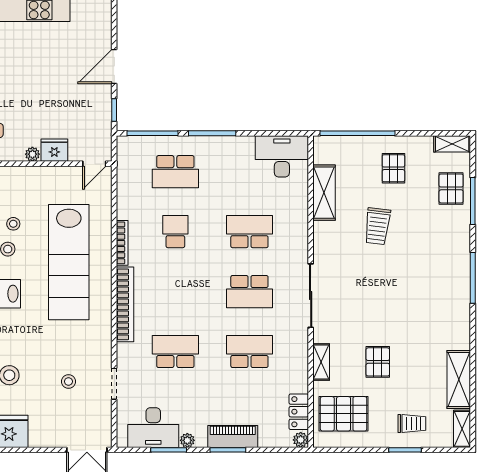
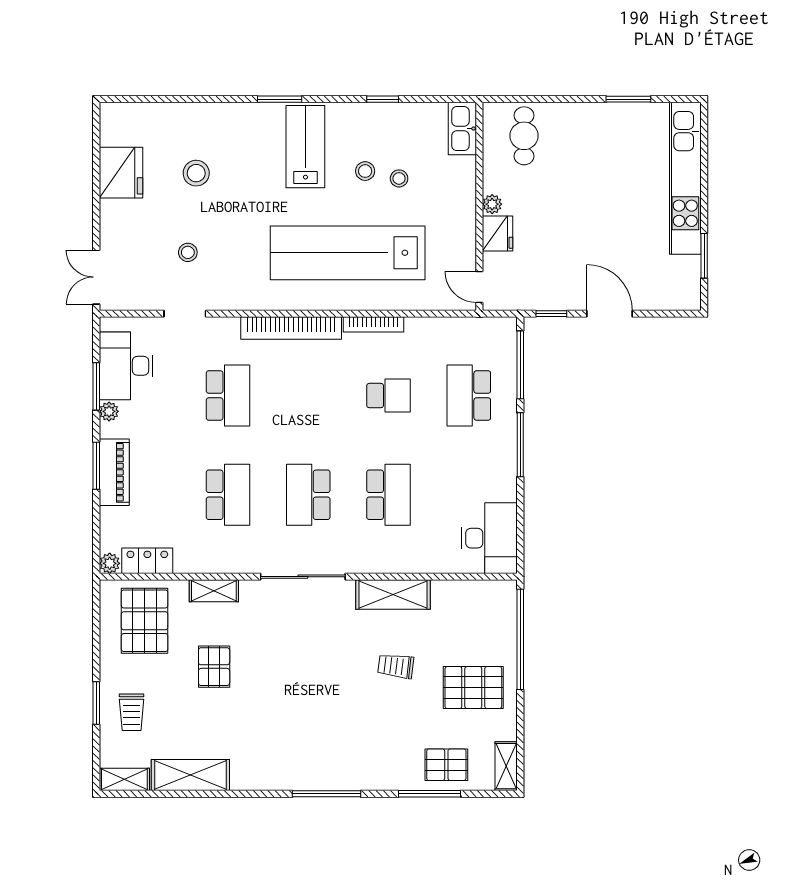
pallet: (393, 168) -> (473, 688), width x1.50, depth x1.42
shelving: (324, 193) -> (393, 595), moved
trolley: (377, 226) -> (396, 666), width x0.73, depth x0.72
pallet: (378, 362) -> (214, 667), turned 90

